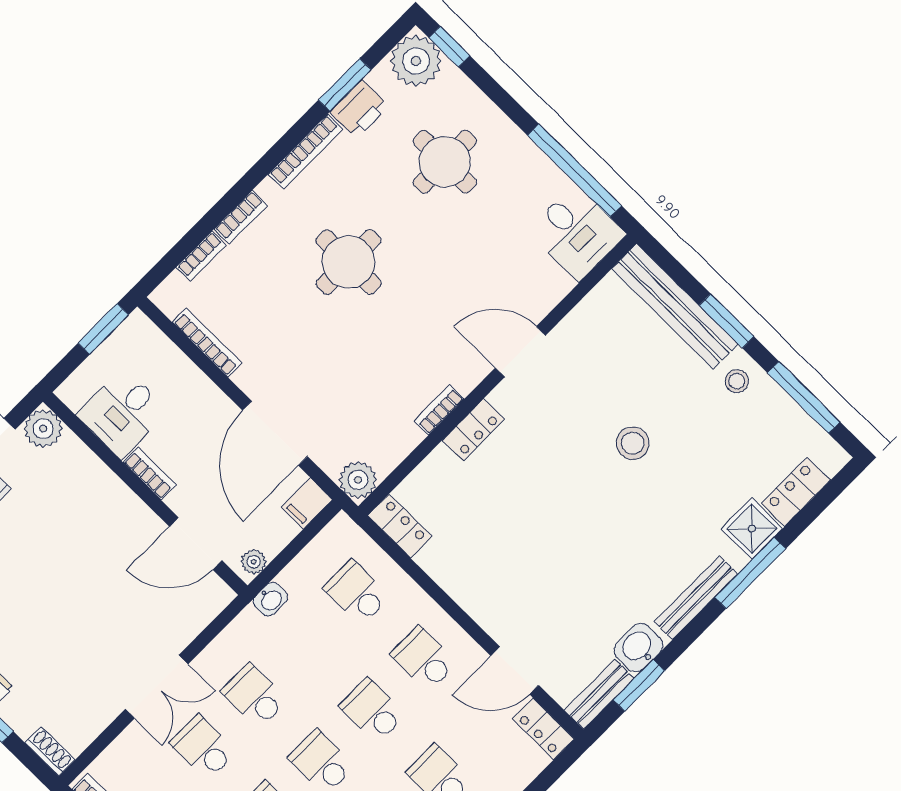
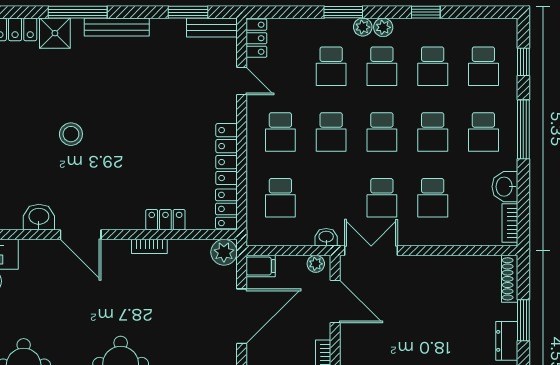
locker: (473, 430) -> (165, 220), moved
locker: (456, 581) -> (226, 154), added
washbasin: (638, 648) -> (39, 217), moved, turned 180
door: (515, 671) -> (242, 81), width x0.73
double door: (157, 687) -> (371, 251), moved
shoe rack: (50, 751) -> (510, 279), width x1.43

